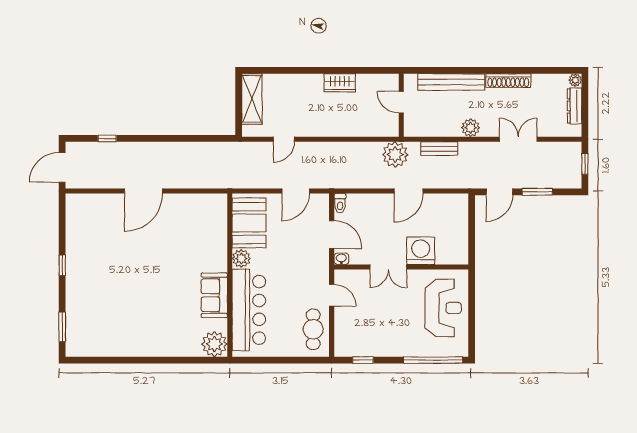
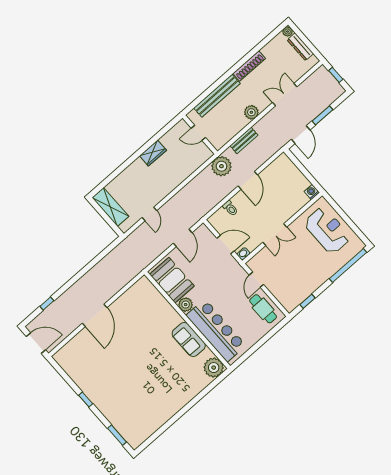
door: (62, 167) -> (36, 343), swing flipped
toilet: (340, 203) -> (230, 208), moved
washing machine: (421, 251) -> (312, 192), moved, width x0.53, depth x0.53
door: (332, 295) -> (256, 280), swing flipped

